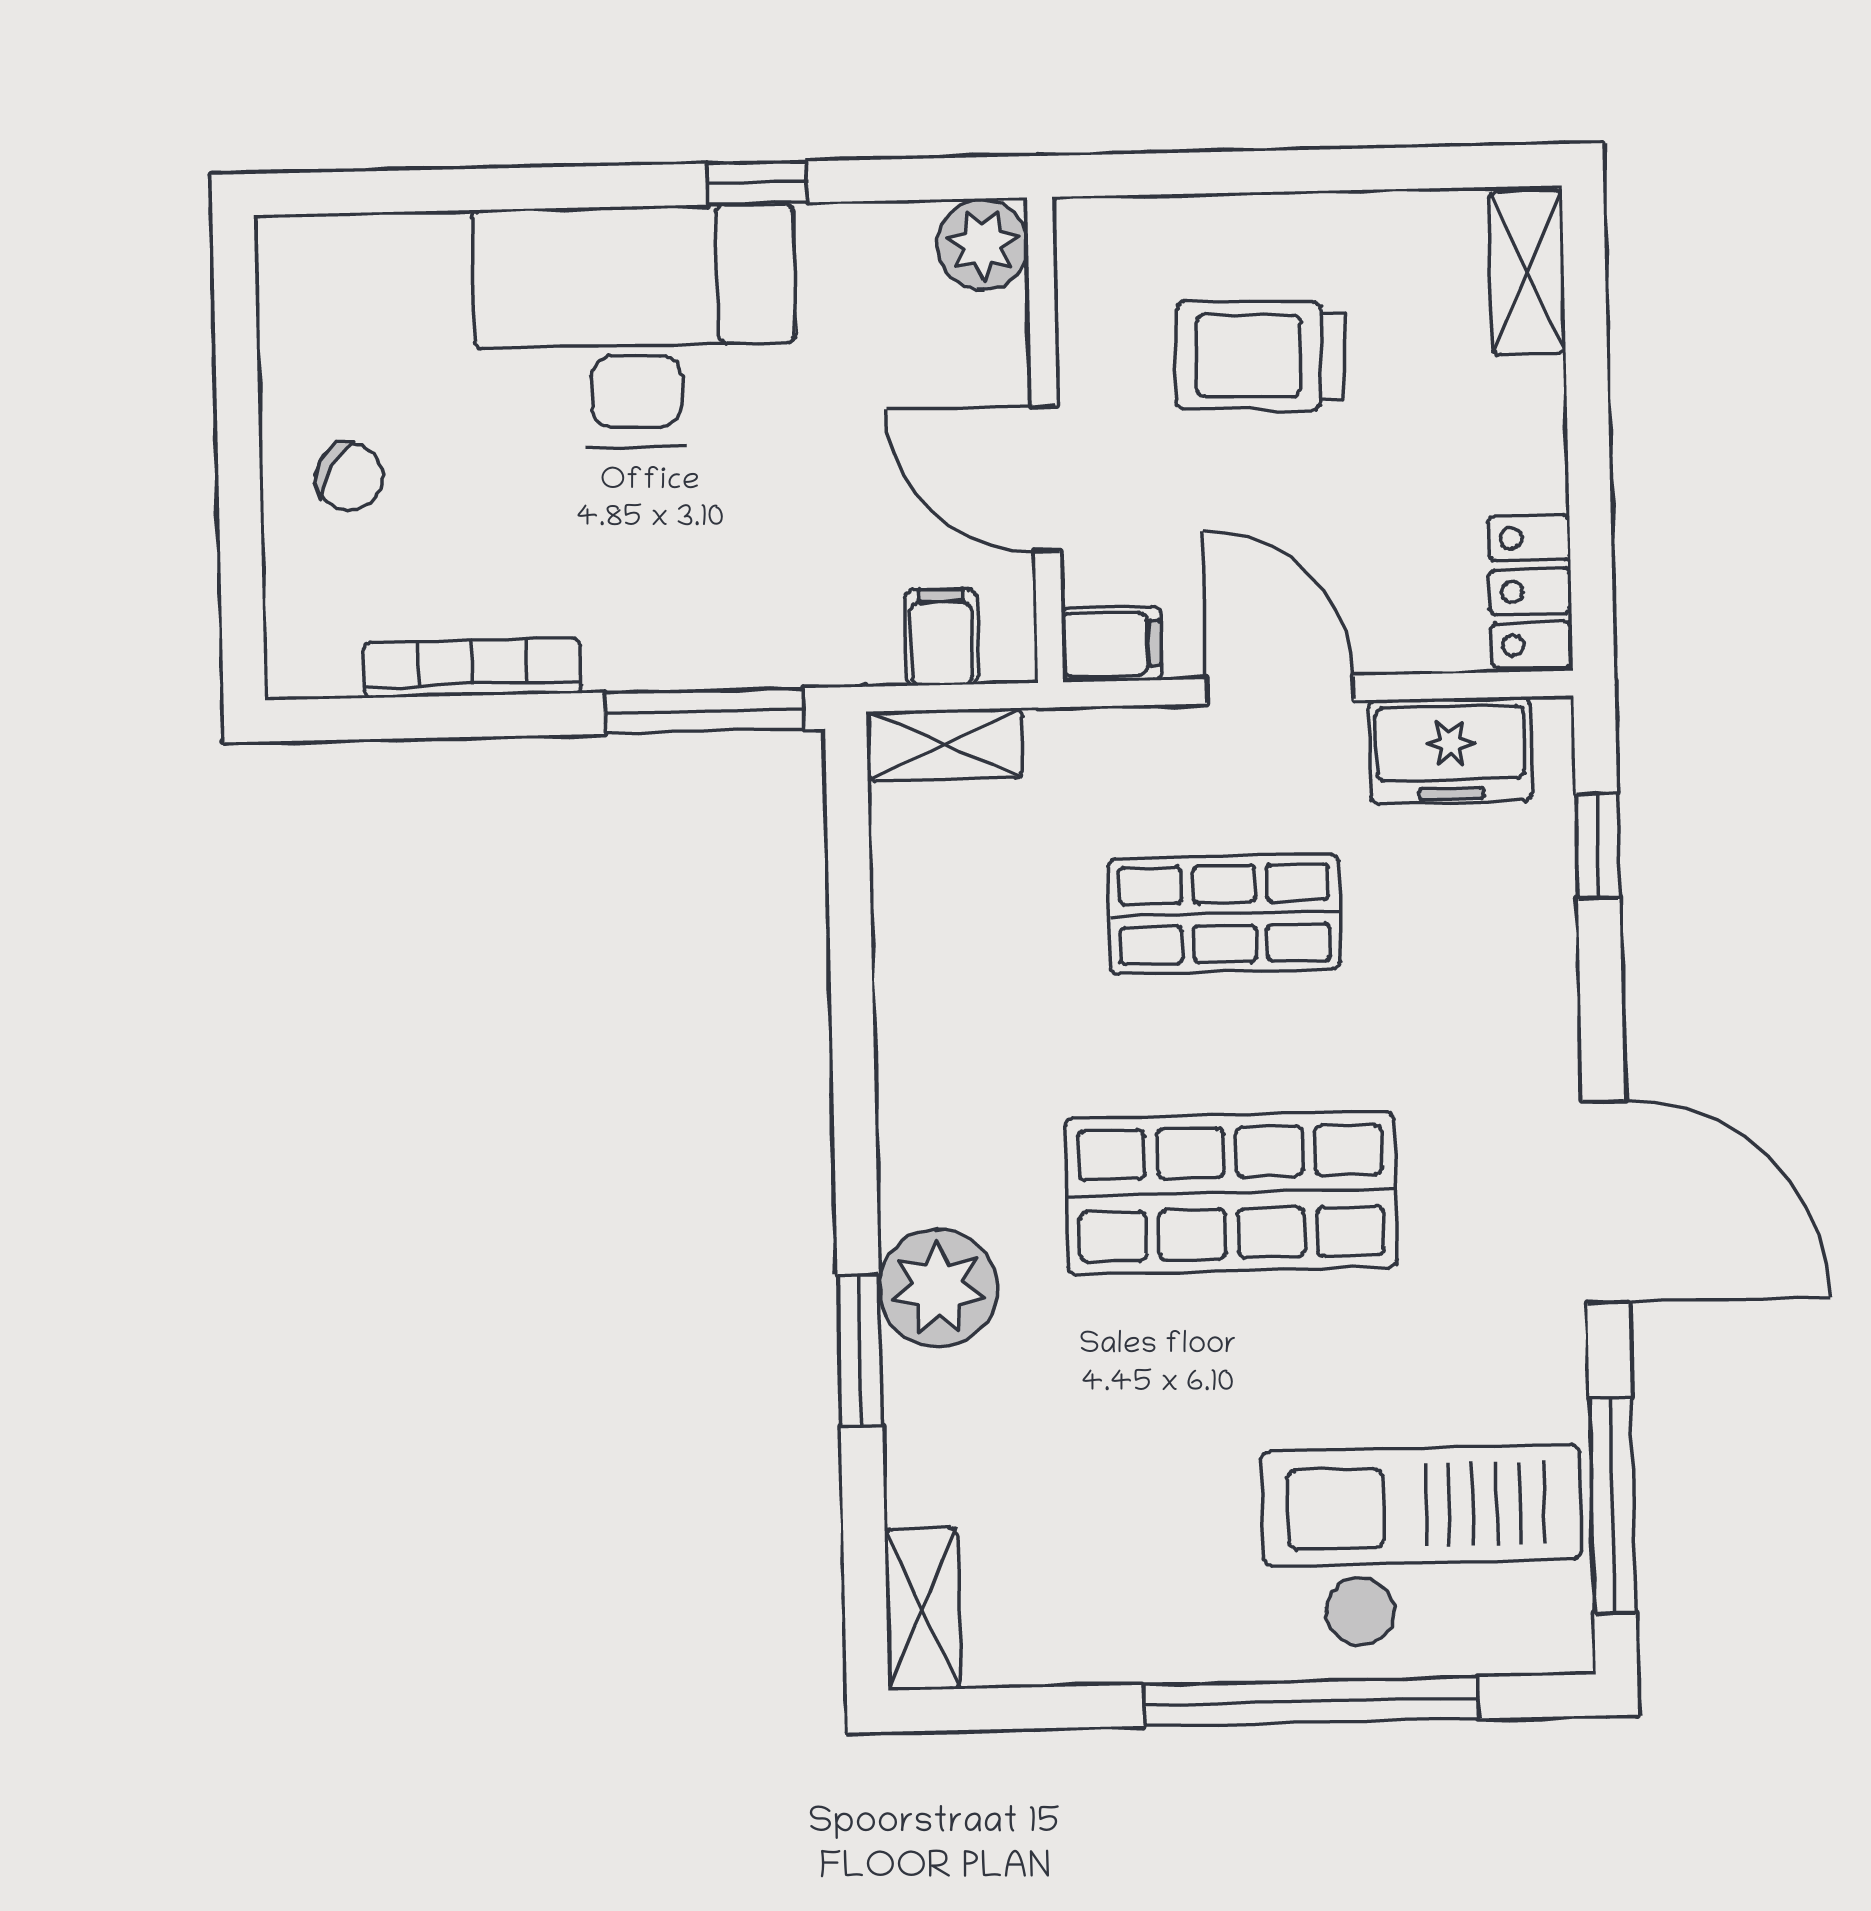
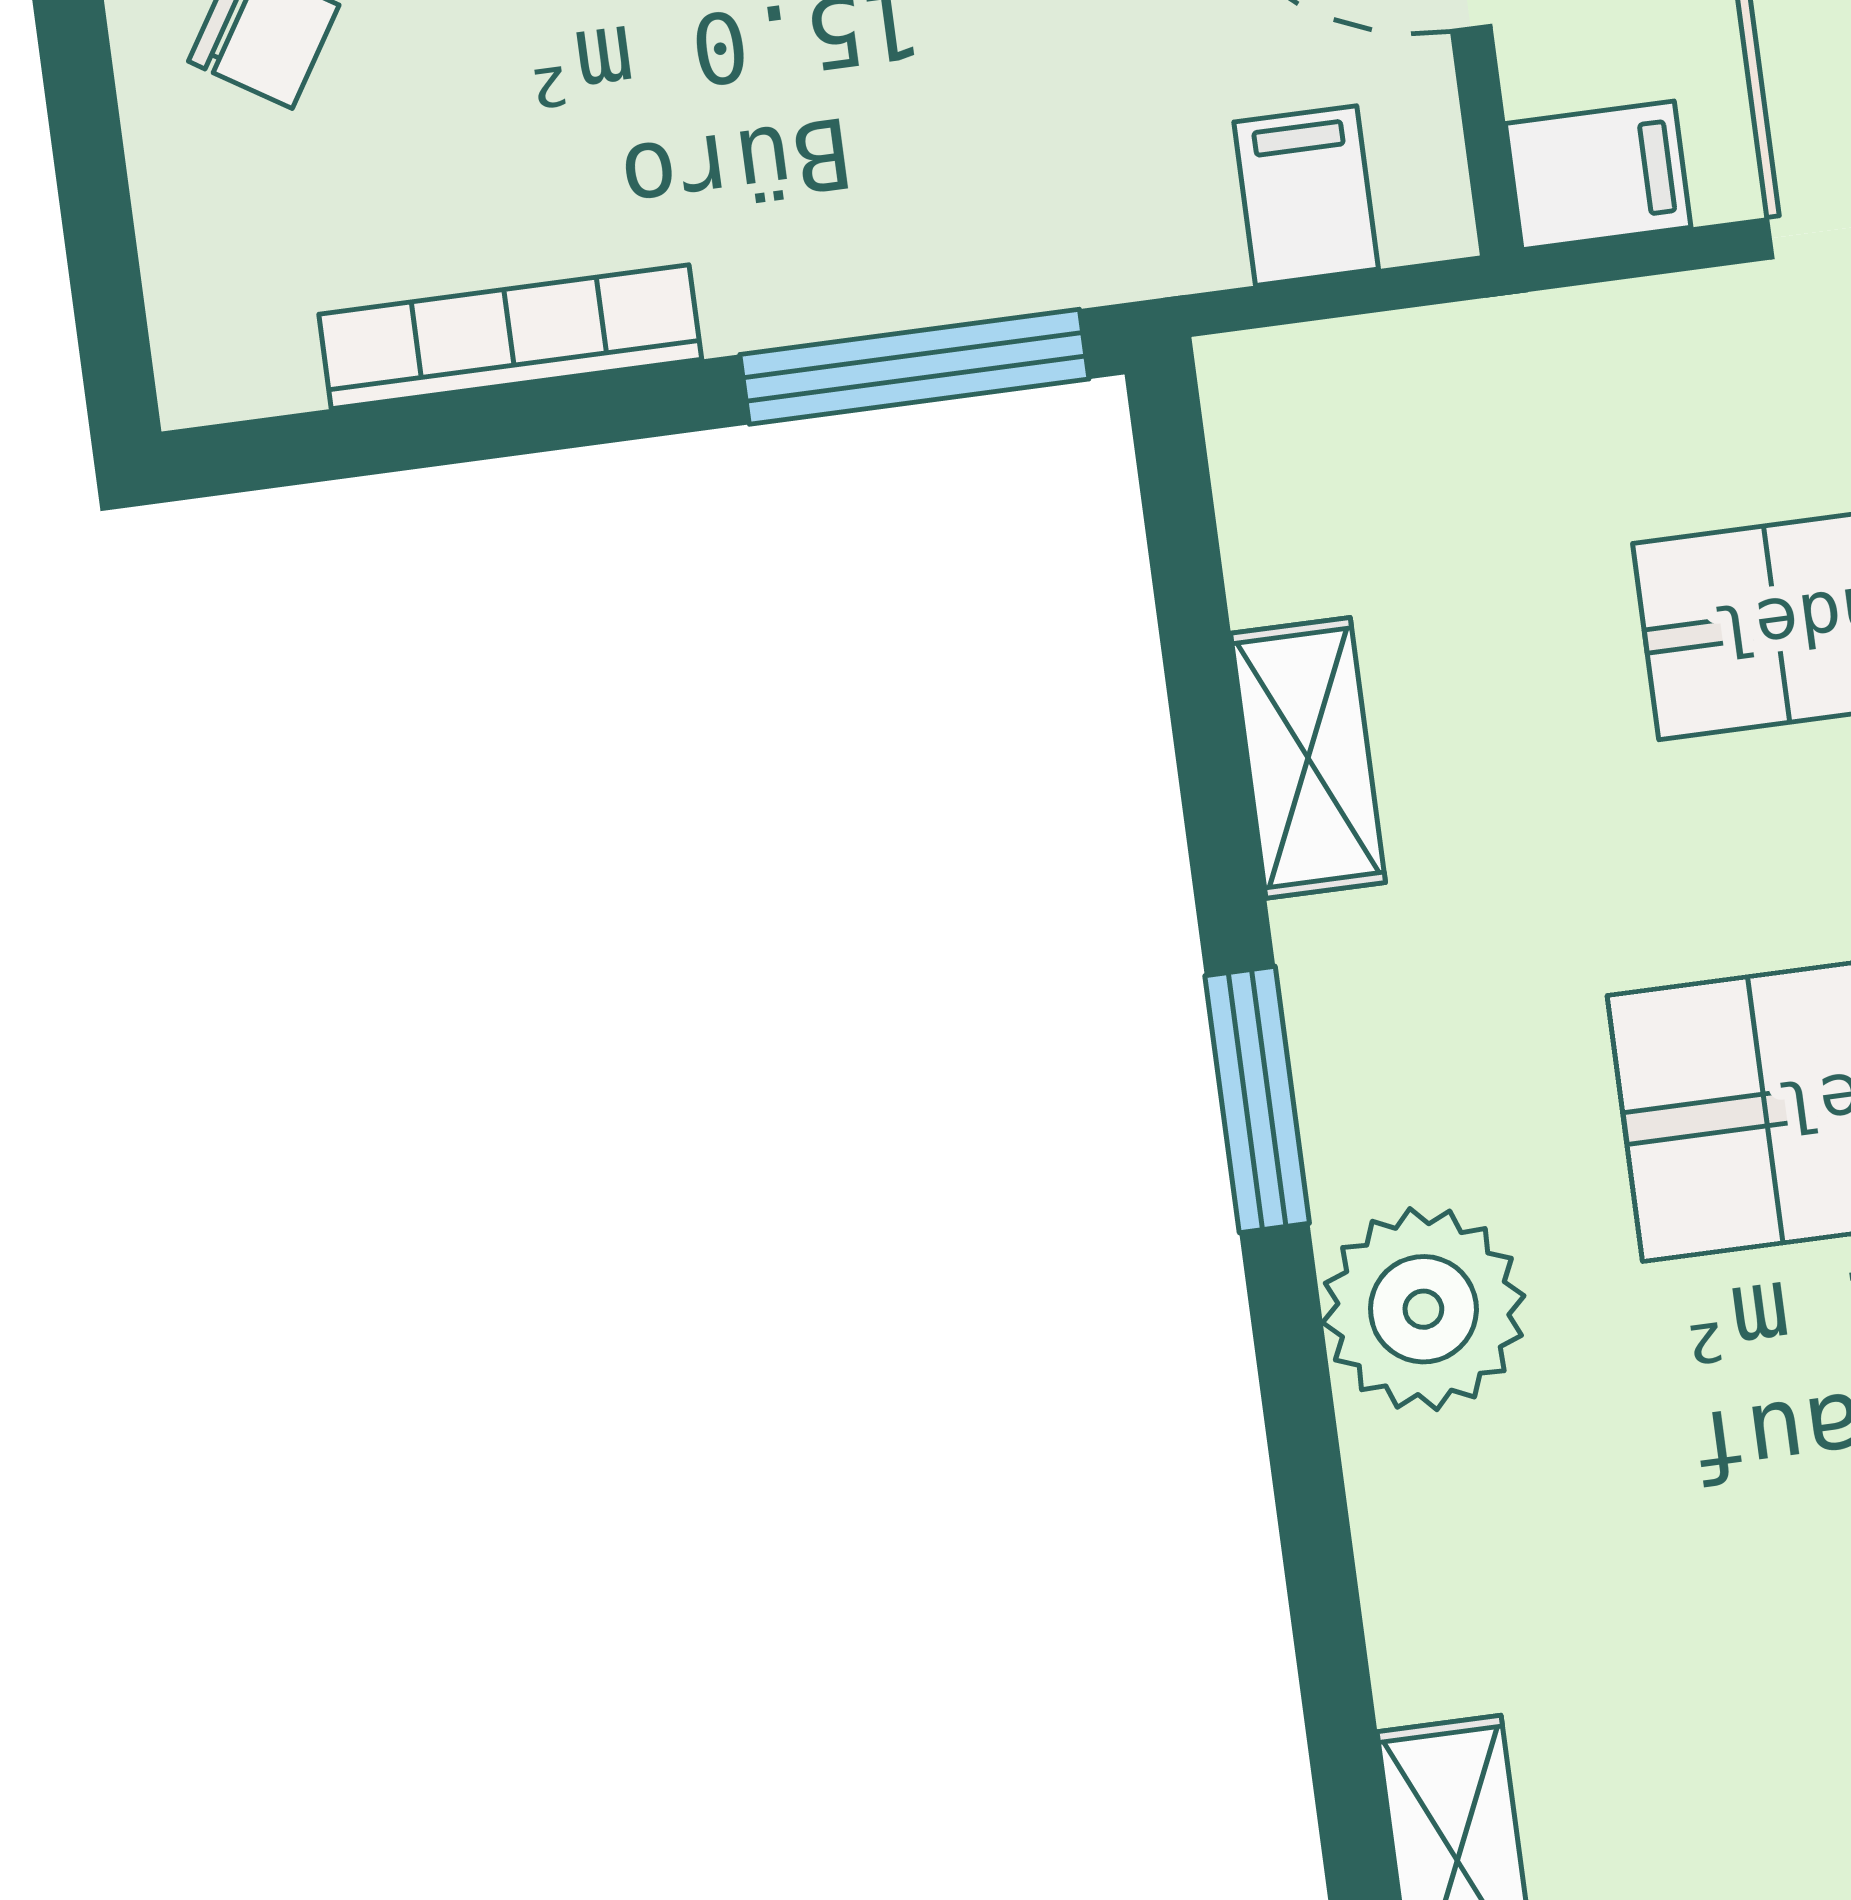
shelving: (945, 745) -> (1308, 758), moved, turned 90
window: (860, 1351) -> (1257, 1100), moved

